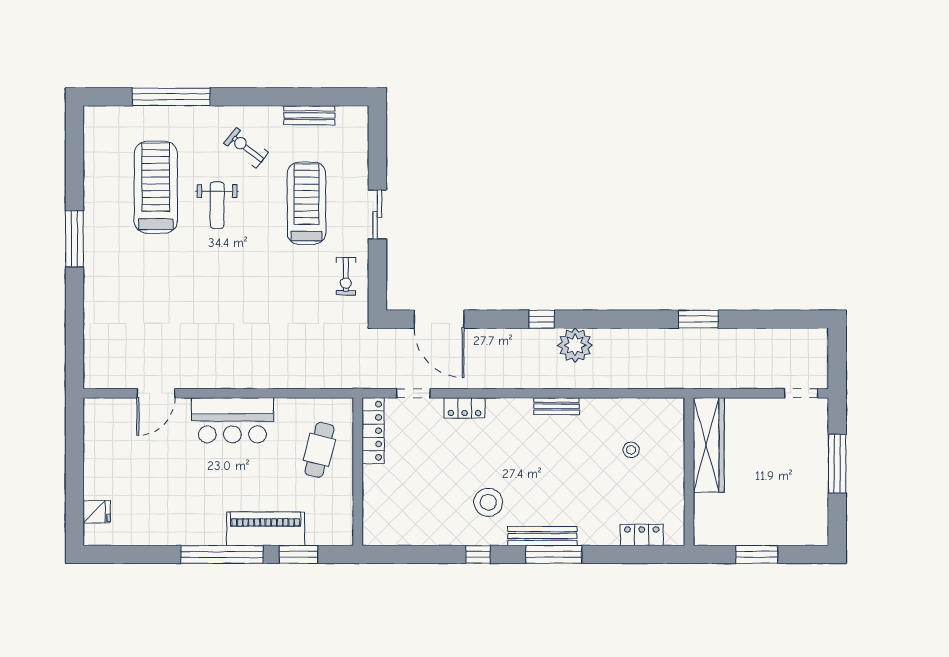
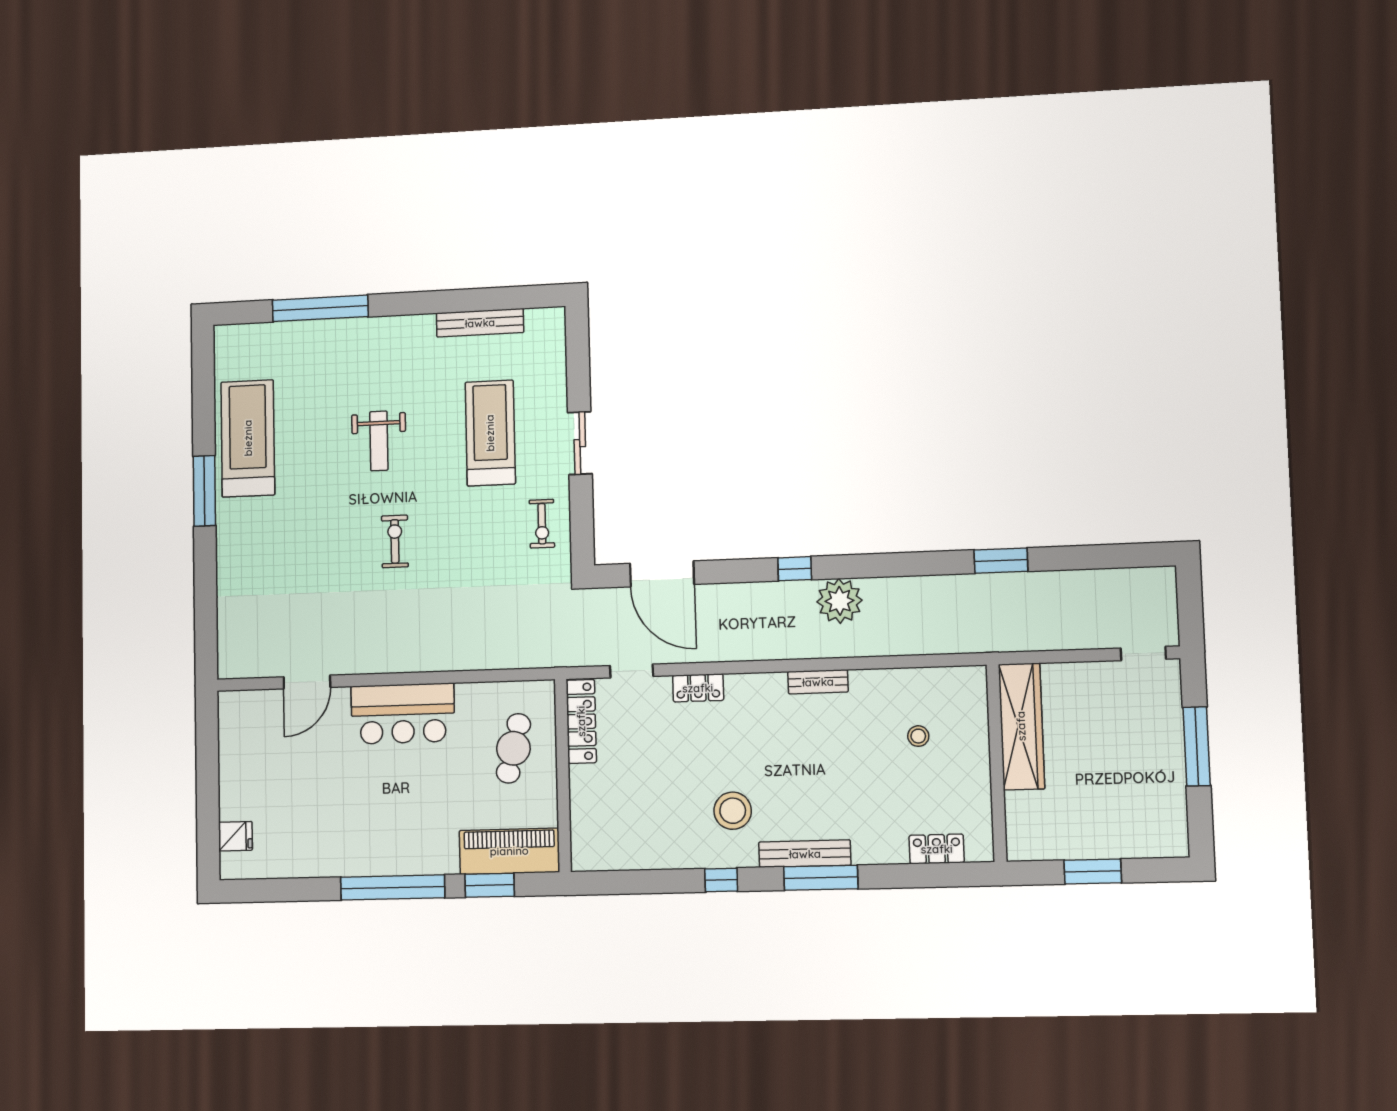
bench: (309, 115) -> (480, 323), width x1.36
exercise bike: (246, 148) -> (395, 541), moved, turned 52
treadmill: (156, 187) -> (248, 438), moved
piano: (266, 529) -> (509, 851), moved

